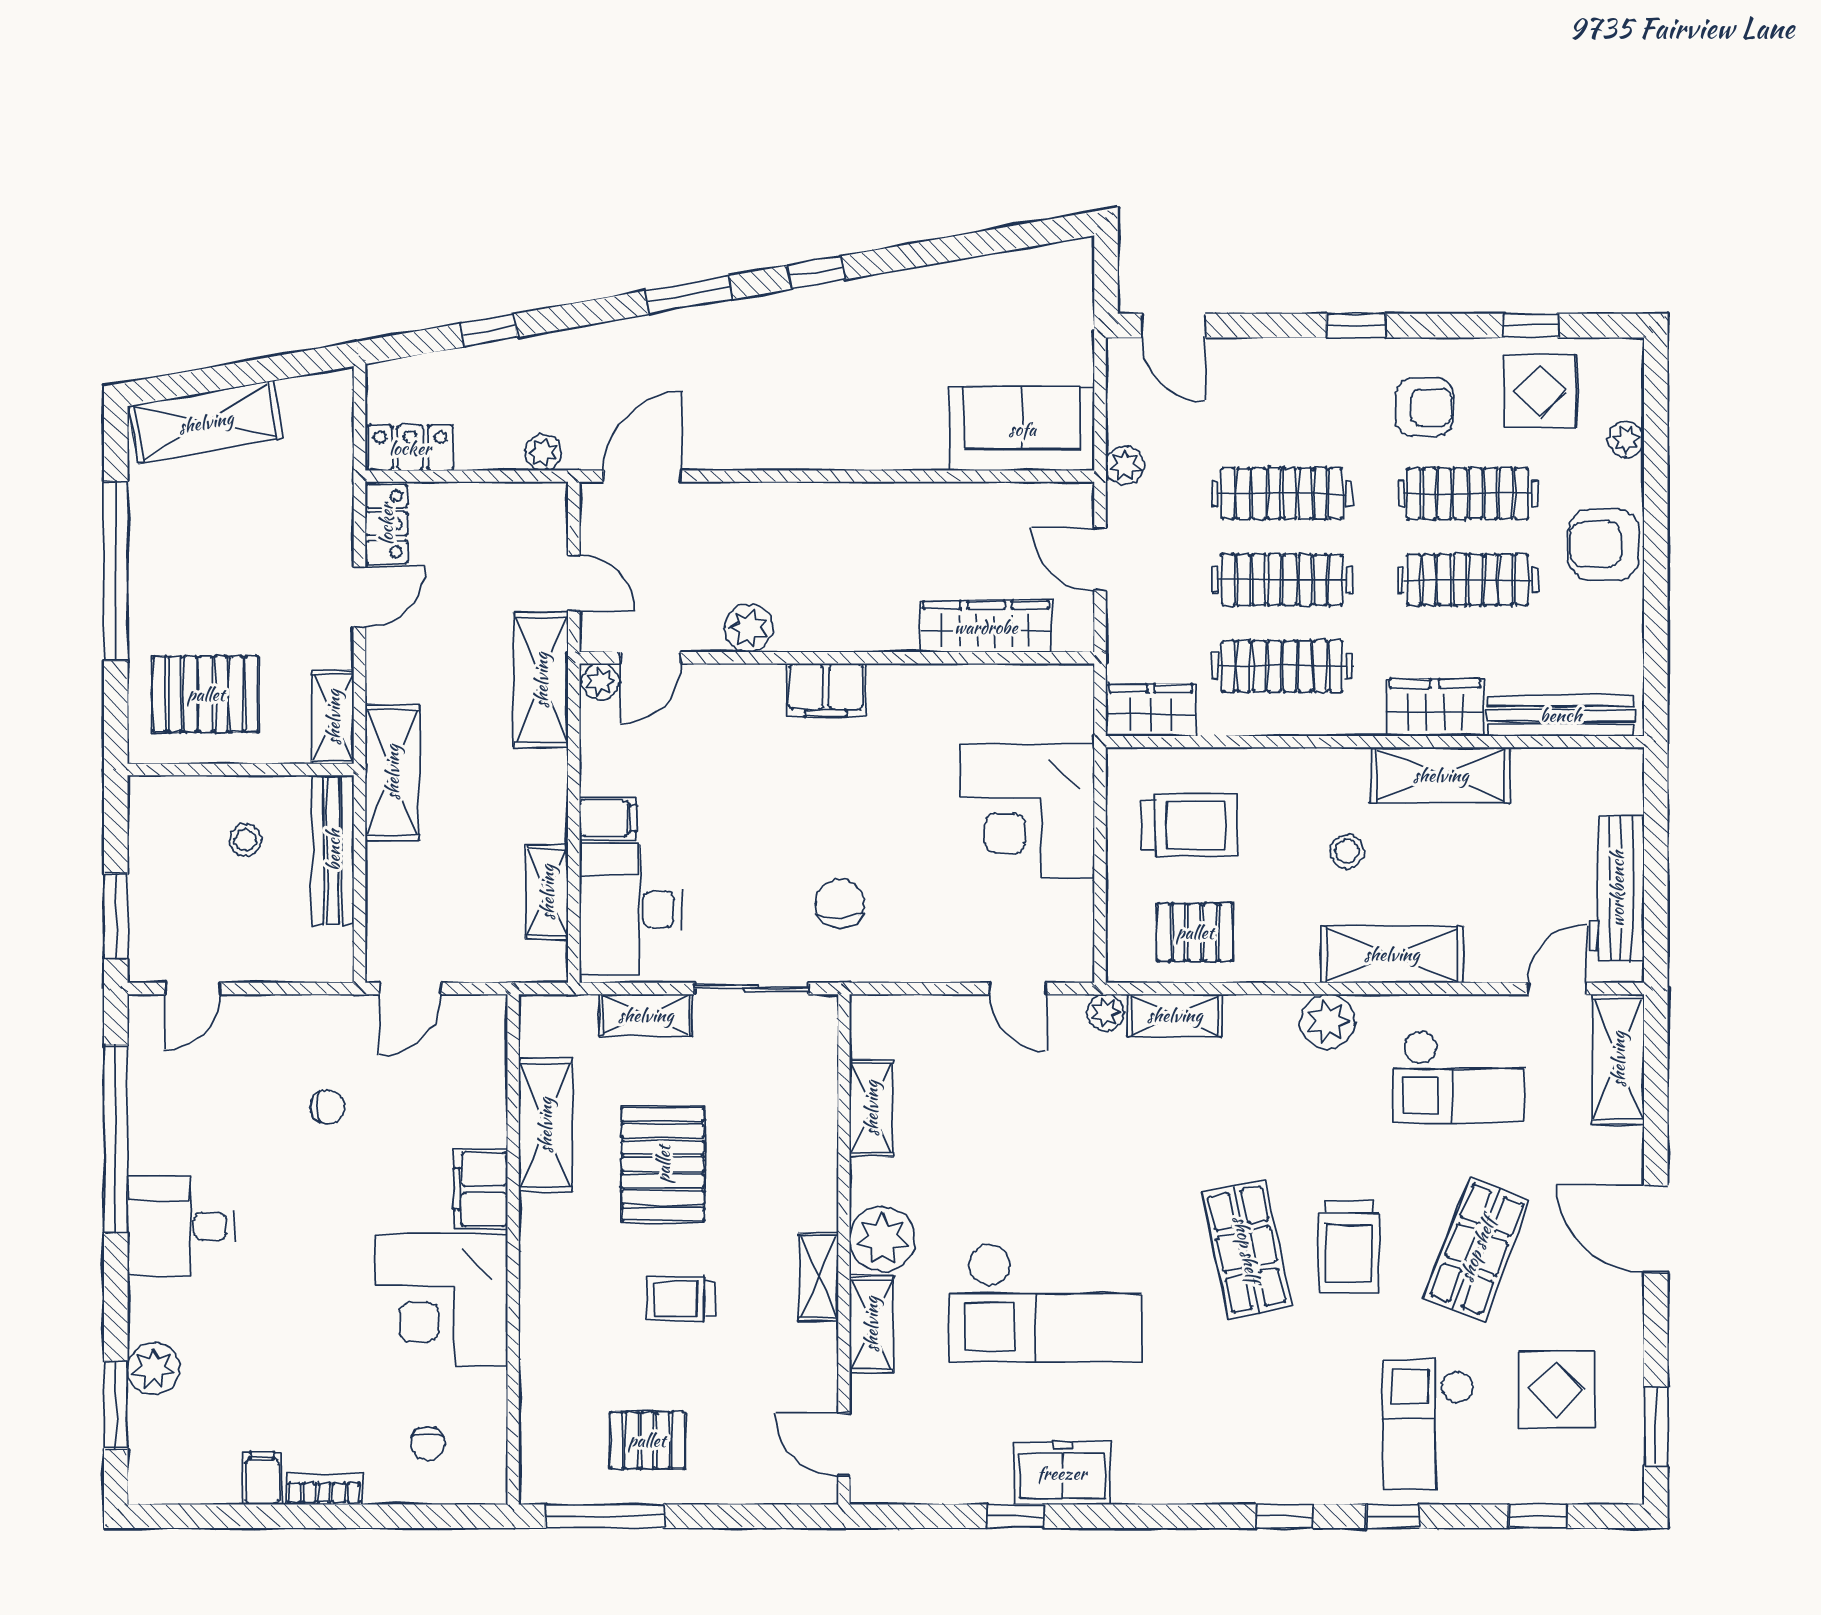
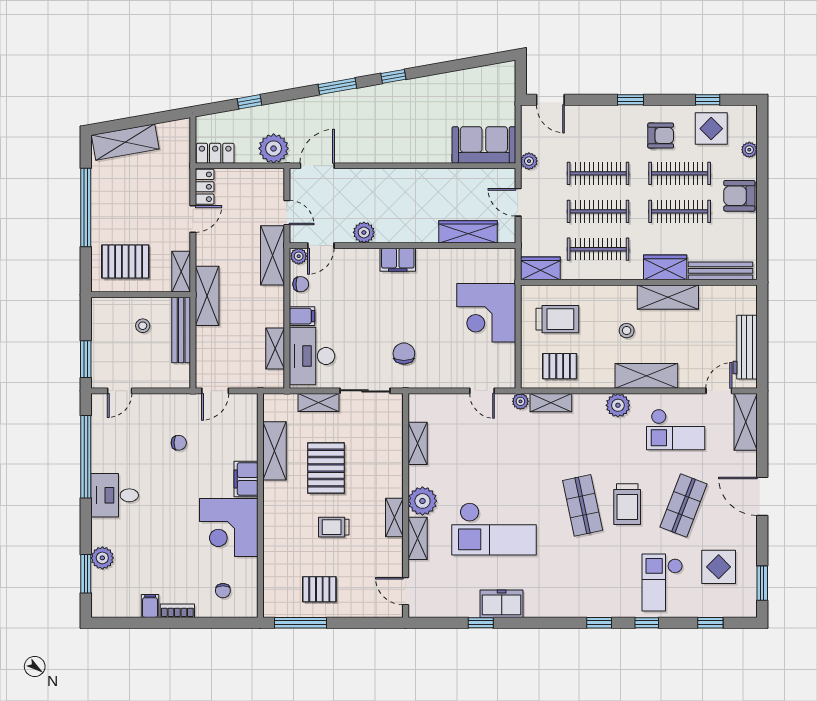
plant: (543, 452) -> (274, 148), width x1.87, depth x1.87
chair: (605, 746) -> (301, 284), added

